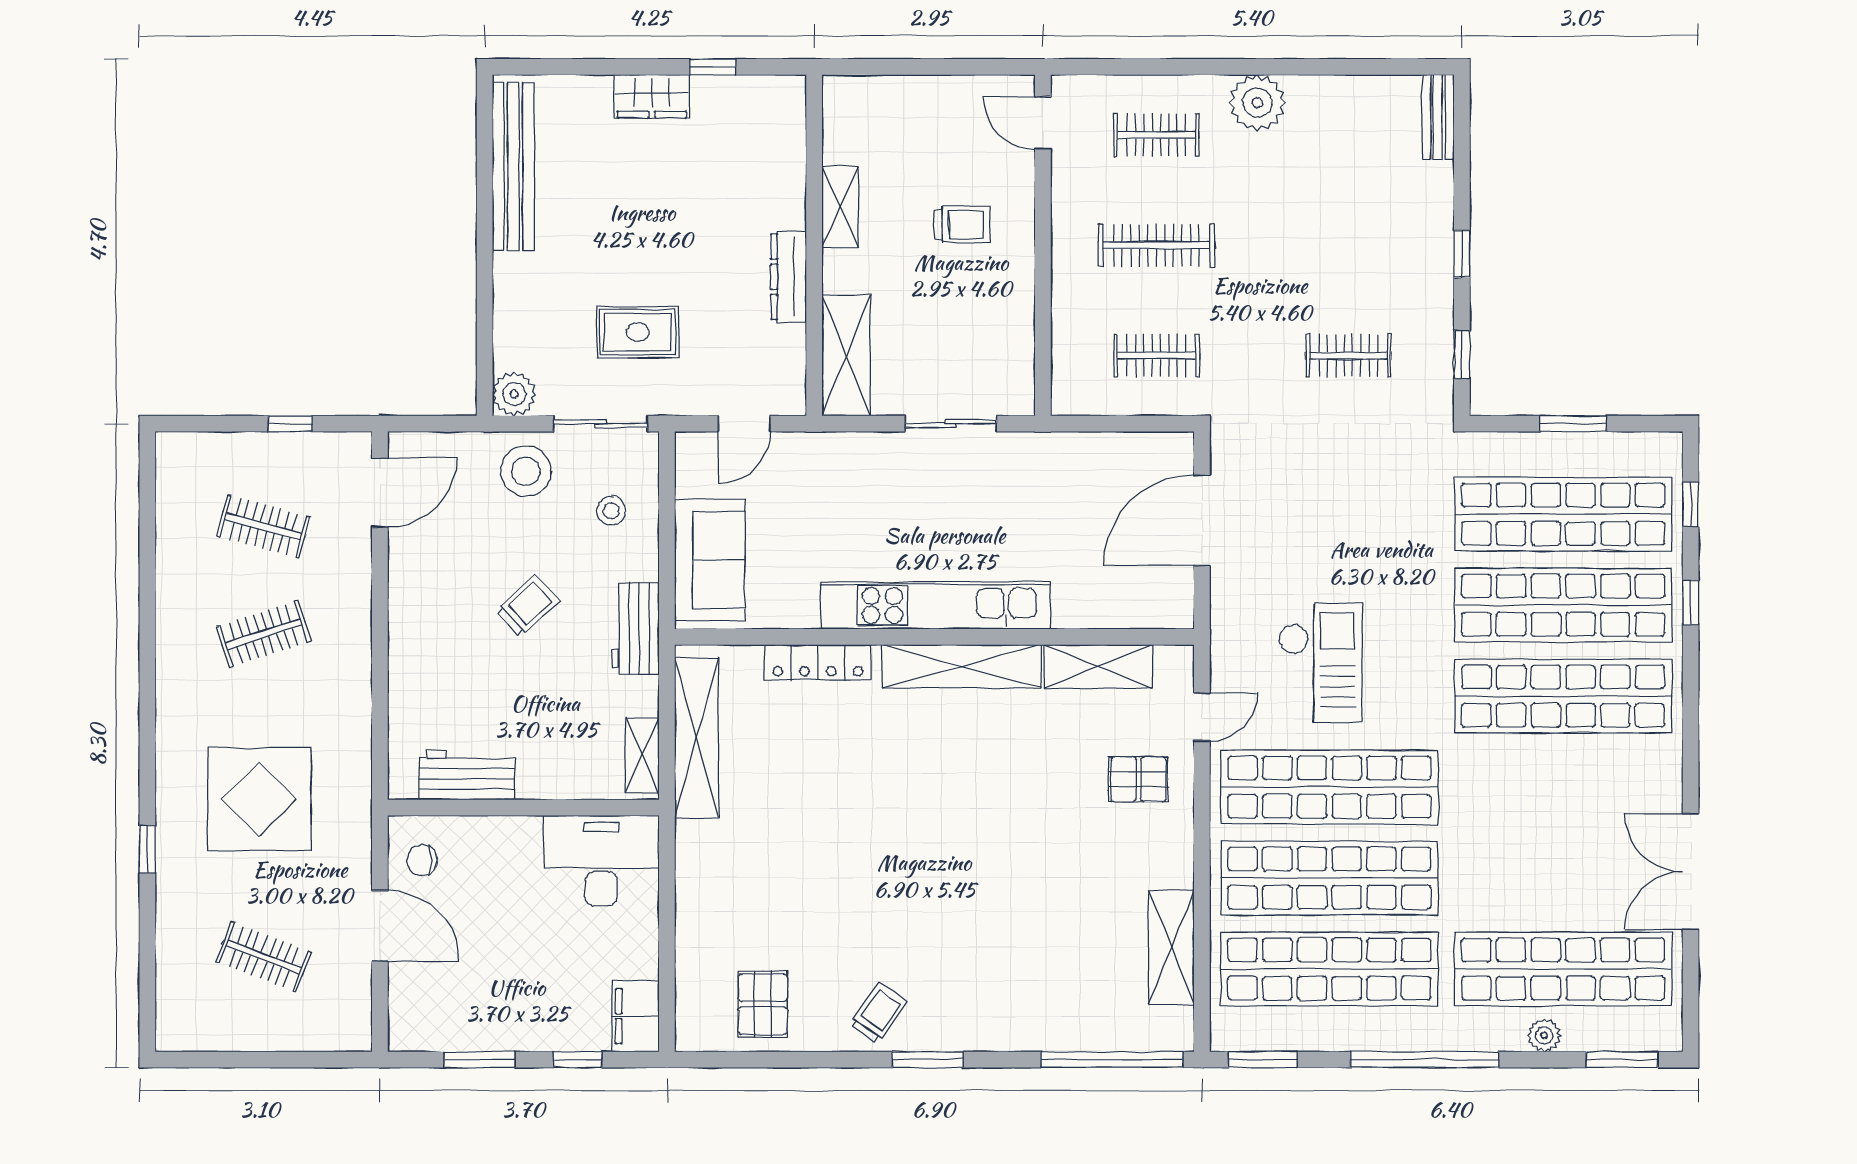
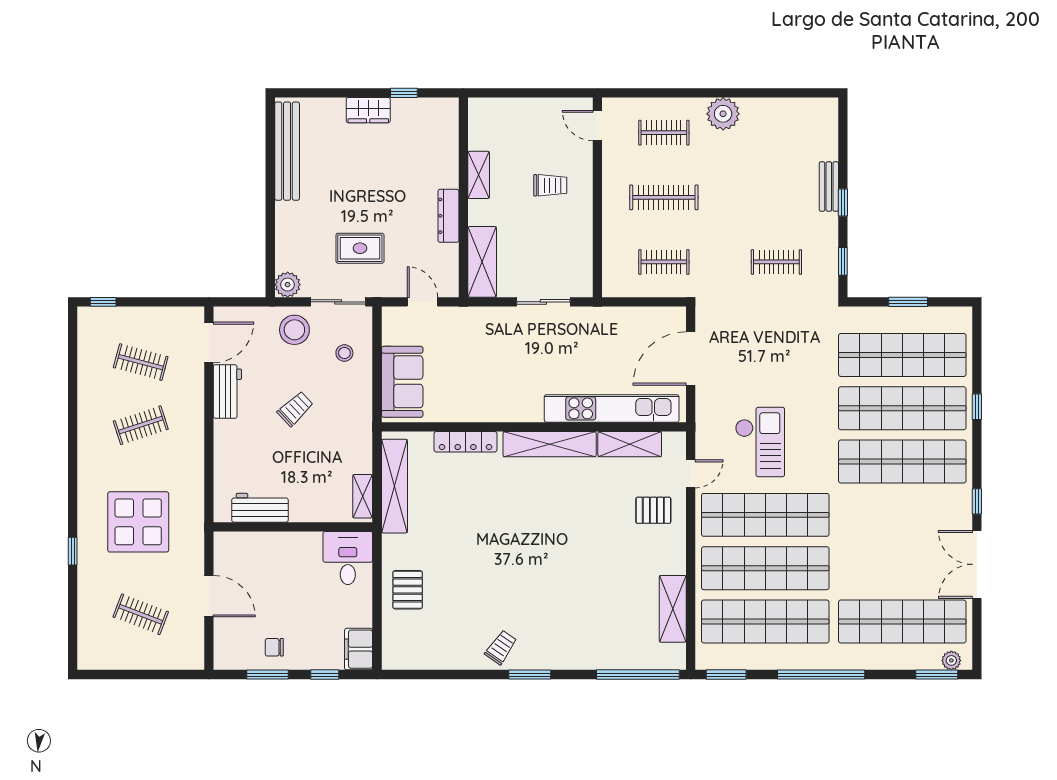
bench: (1438, 117) -> (829, 186), moved
window: (290, 424) -> (103, 302), moved
door: (744, 424) -> (423, 302), swing flipped
window: (1691, 505) -> (977, 501), moved
kitchen unit: (935, 605) -> (612, 408), moved
workbench: (635, 629) -> (227, 392), moved, turned 180
chair: (422, 860) -> (274, 647), moved
desk: (601, 861) -> (348, 558), width x0.73
pallet: (763, 1004) -> (408, 590), moved
plant: (1544, 1036) -> (951, 660), moved

